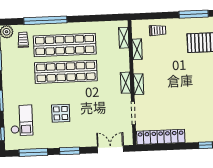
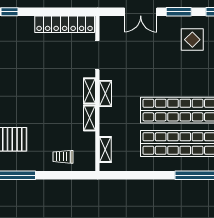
shelving: (137, 49) -> (90, 118), moved
display table: (61, 113) -> (192, 40), moved
double door: (110, 149) -> (141, 12), moved

